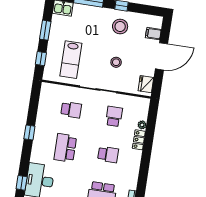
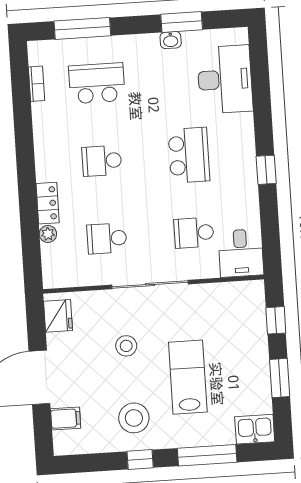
lab bench: (71, 60) -> (188, 377), moved
desk: (51, 95) -> (241, 253), added
school desk: (114, 116) -> (107, 238), turned 90
window: (22, 183) -> (259, 67), removed

